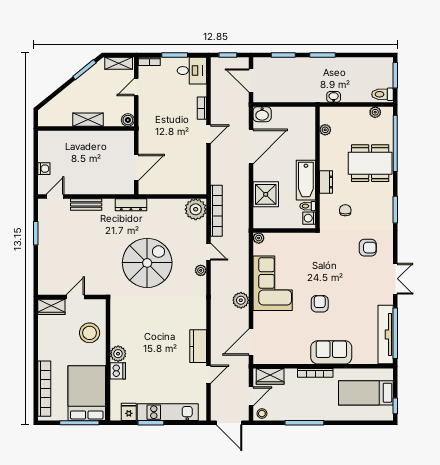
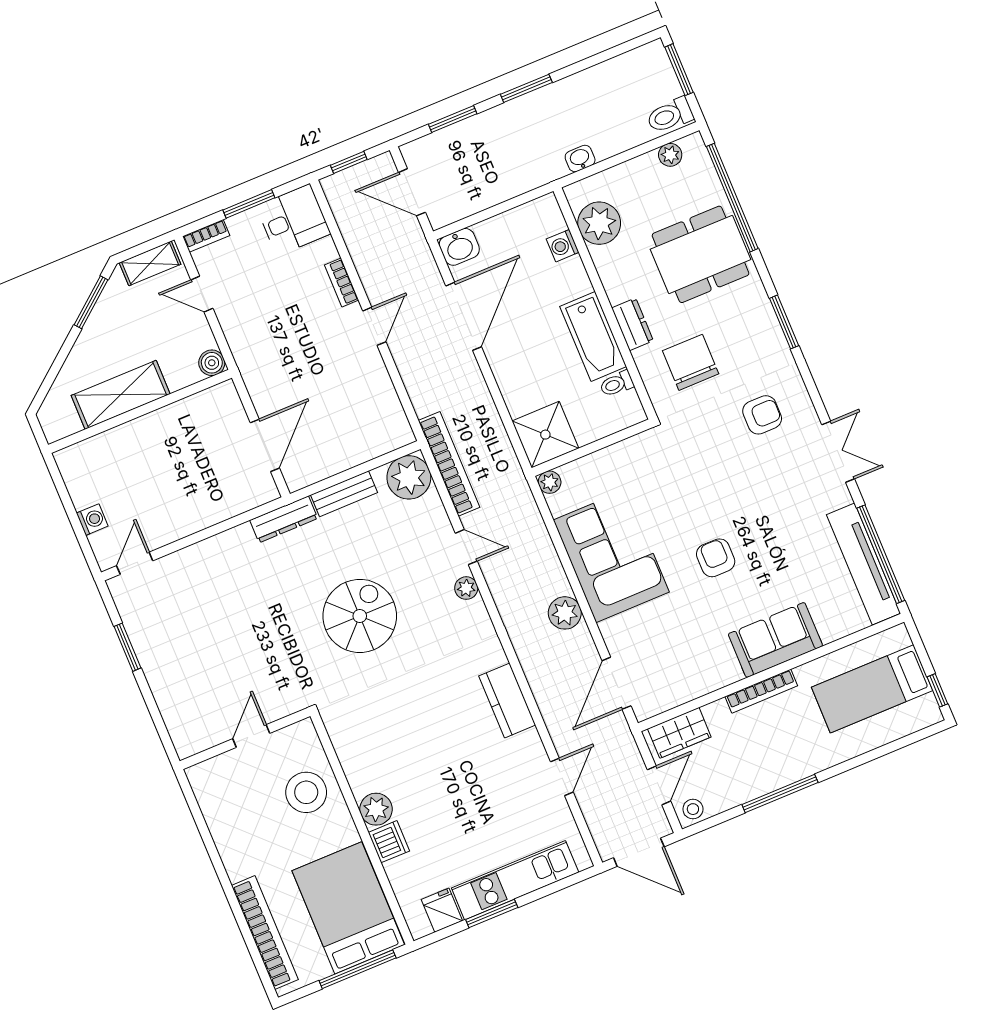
door: (136, 87) -> (202, 294), hinge flipped
shelving: (88, 120) -> (121, 395), width x1.50, depth x1.33
plant: (325, 130) -> (599, 223), width x1.87, depth x1.87
shower: (266, 194) -> (545, 435), moved
bench: (86, 204) -> (344, 494), moved
chair: (345, 210) -> (691, 362), width x1.87, depth x1.87
washing machine: (309, 218) -> (563, 246), moved
spiral stairs: (147, 263) -> (360, 616), width x0.73, depth x0.73
wardrobe: (51, 307) -> (214, 773), removed
kitchen counter: (198, 346) -> (507, 701), moved

